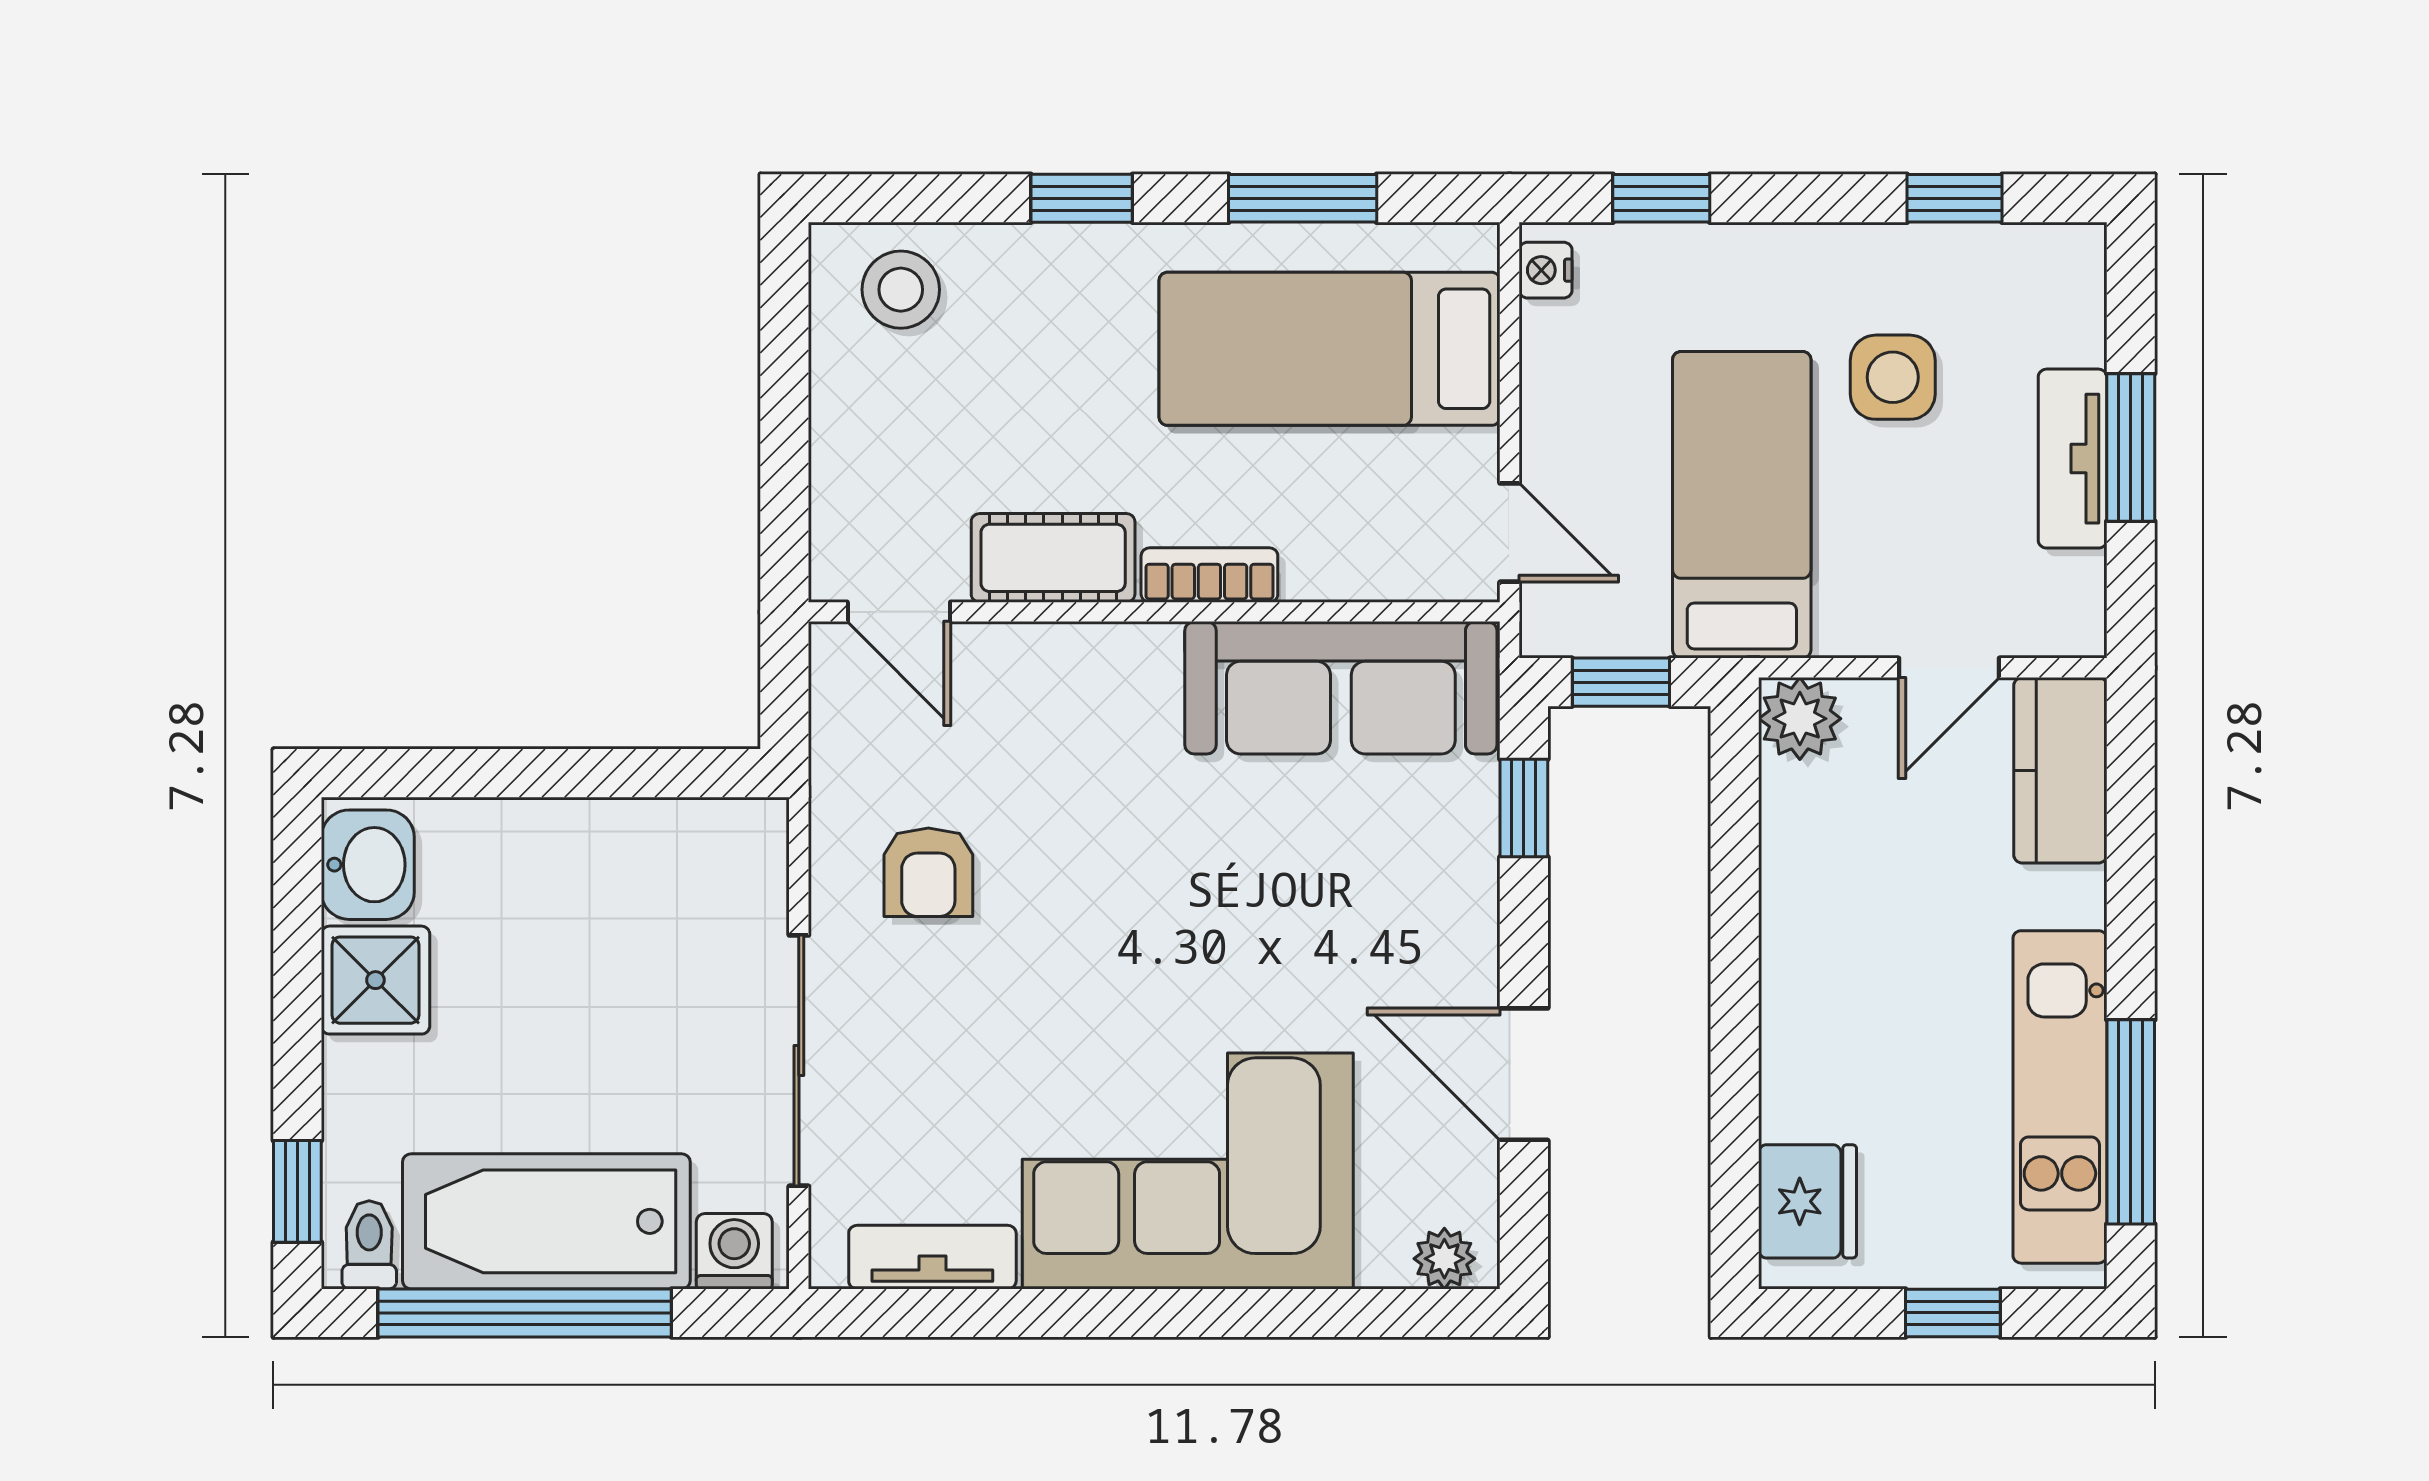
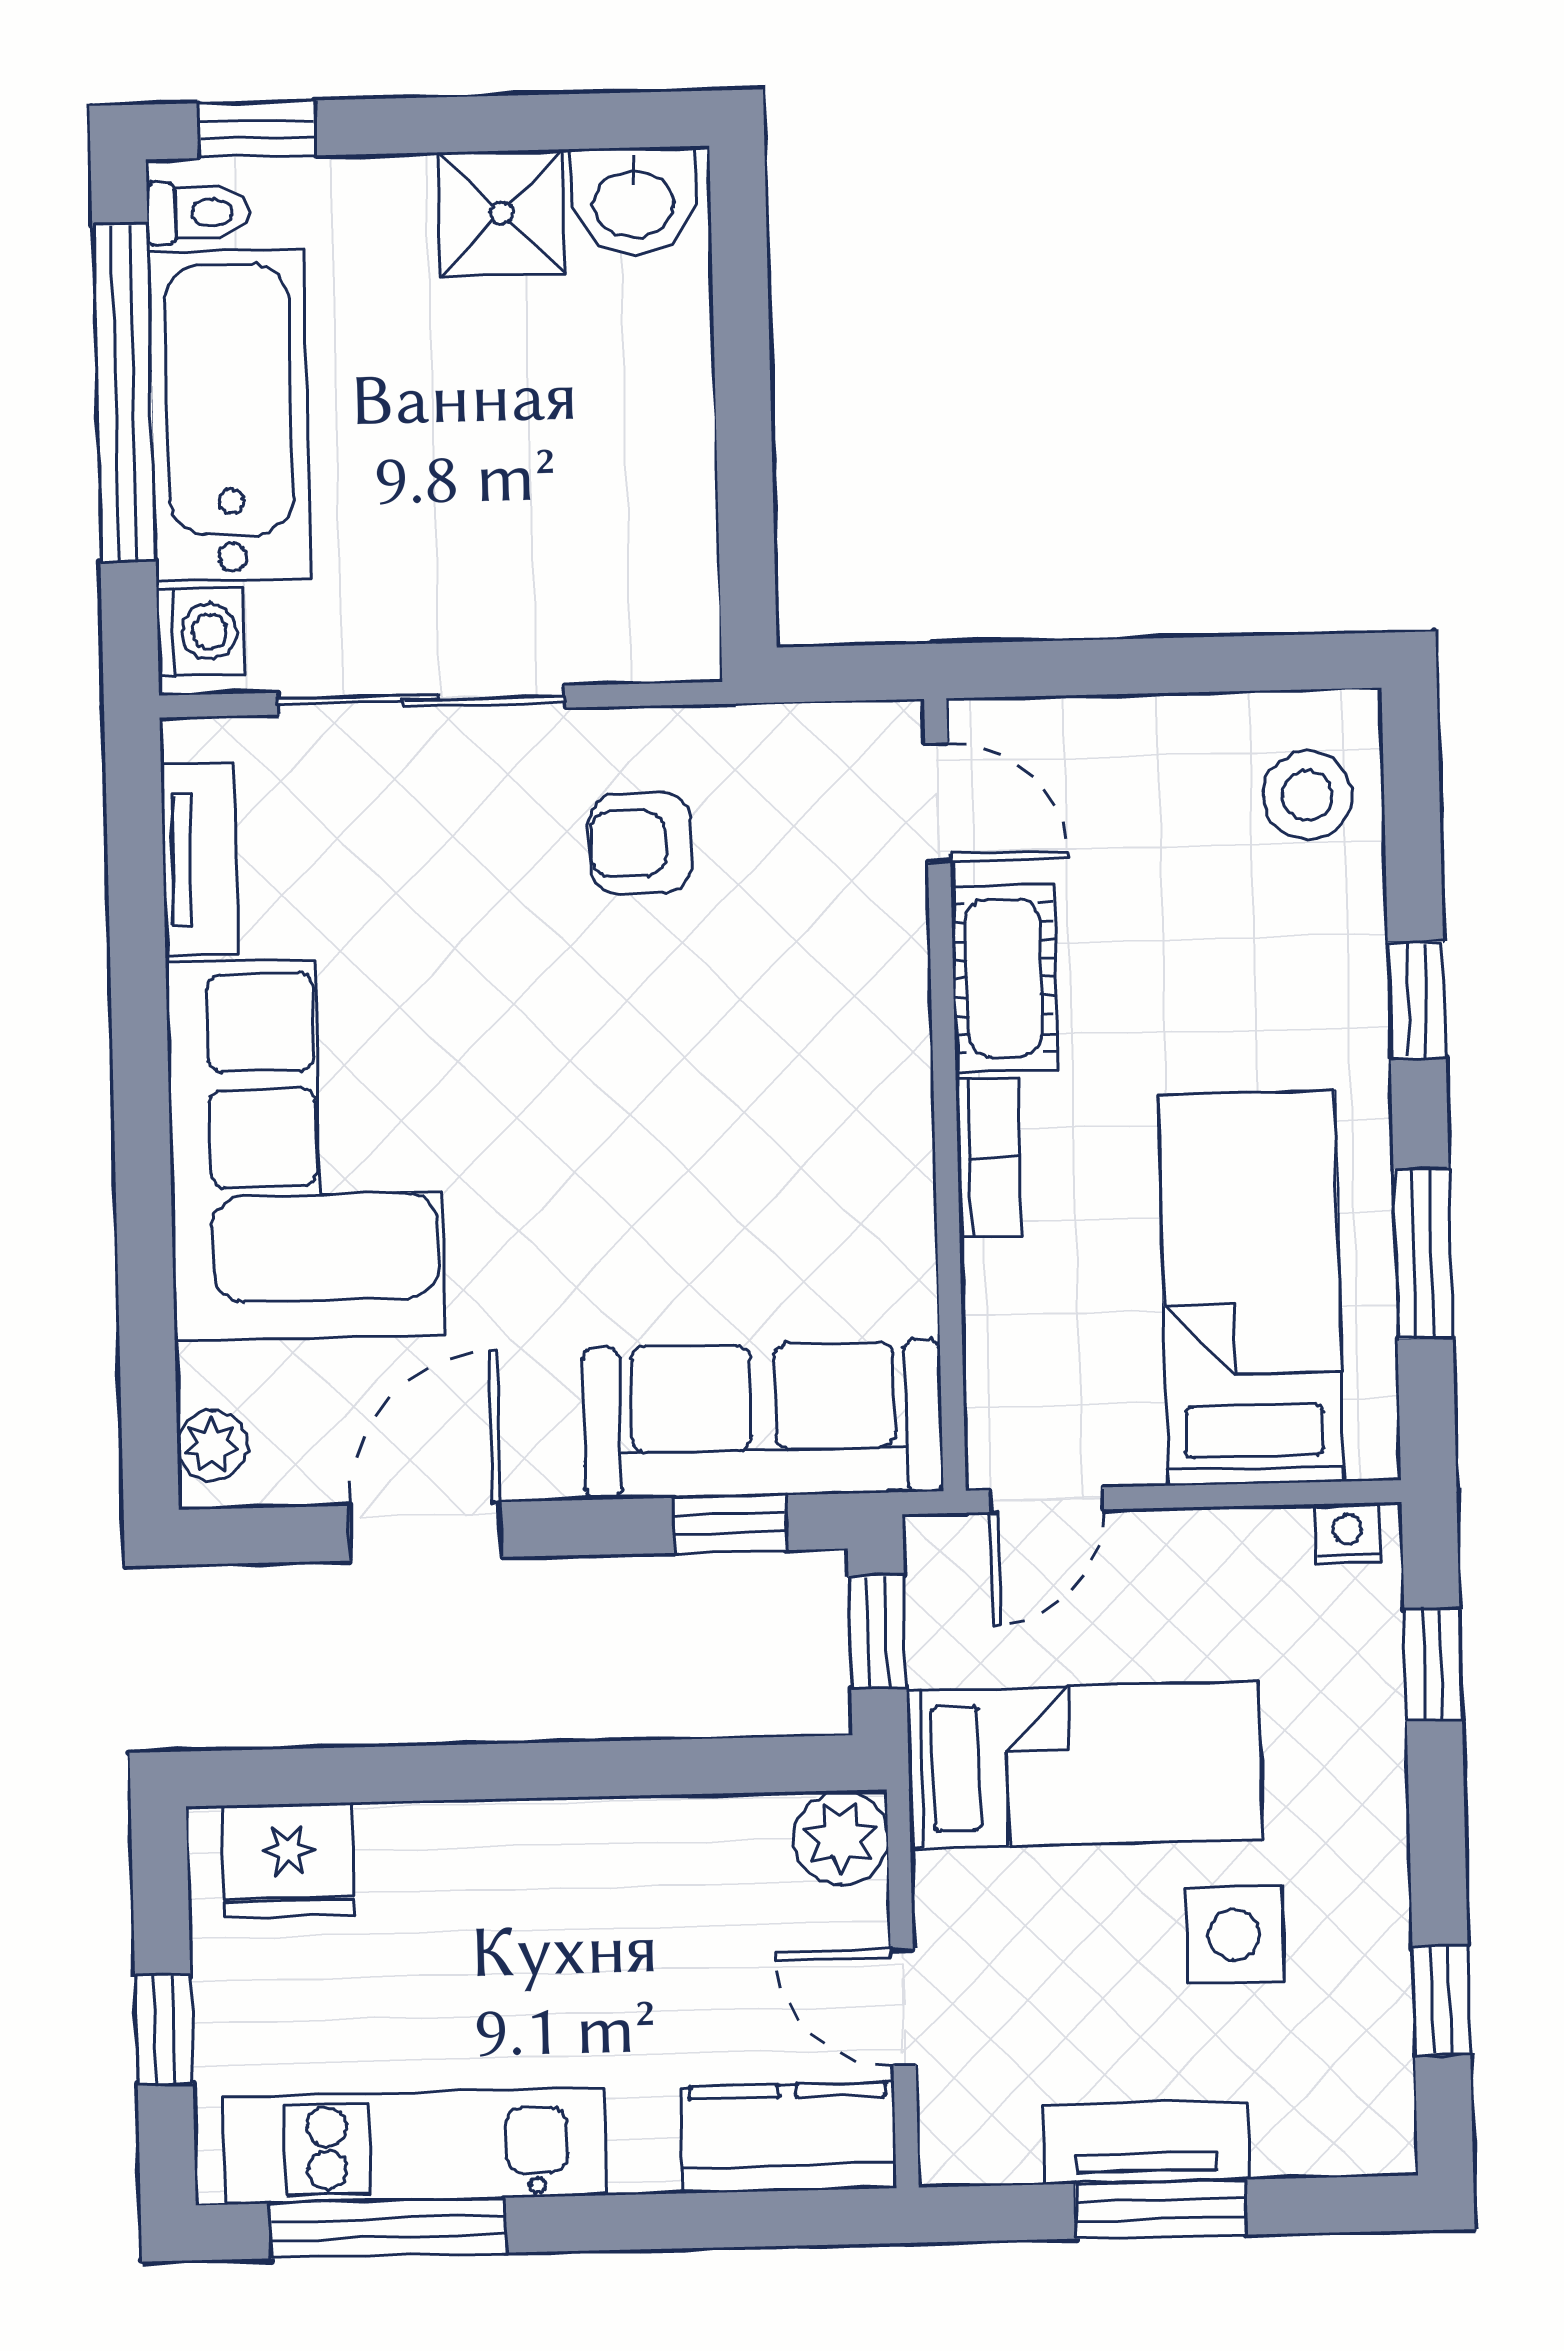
door: (899, 612) -> (938, 802), swing flipped
sofa: (1341, 688) -> (763, 1420), moved, turned 90

